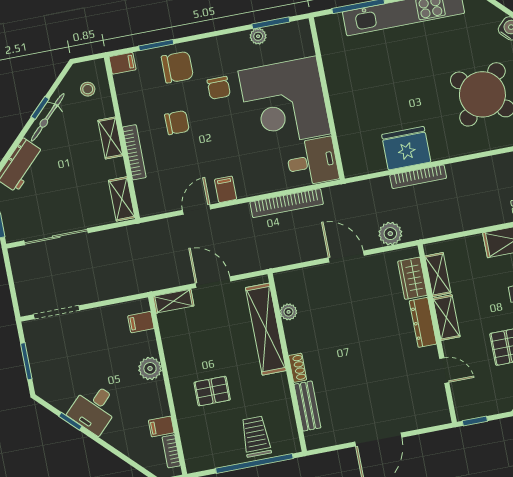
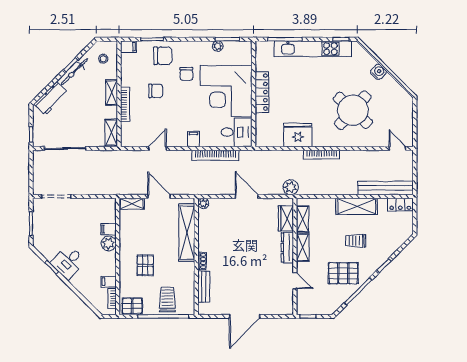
locker: (339, 93) -> (262, 92), added
bookcase: (418, 177) -> (322, 155), moved
filing cabinet: (226, 189) -> (193, 139), moved
plant: (390, 234) -> (291, 187), moved
plant: (289, 312) -> (203, 203), moved
filing cabinet: (141, 322) -> (108, 229), moved
pallet: (212, 391) -> (145, 265), turned 90
pallet: (204, 457) -> (132, 306), added

